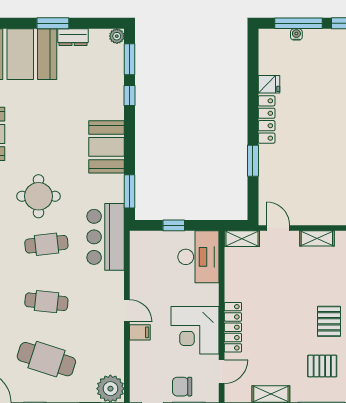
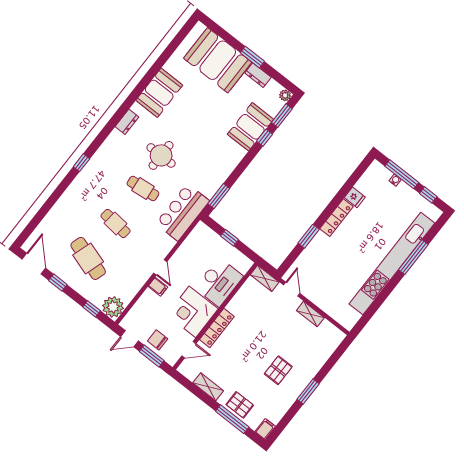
booth: (107, 147) -> (250, 127), moved
desk: (198, 257) -> (219, 282), moved
pallet: (322, 366) -> (240, 405), moved

